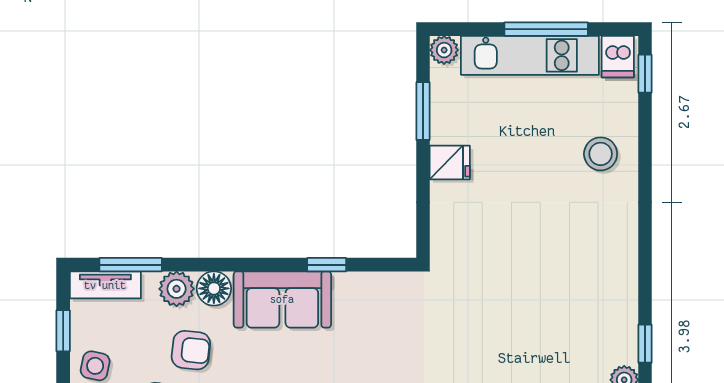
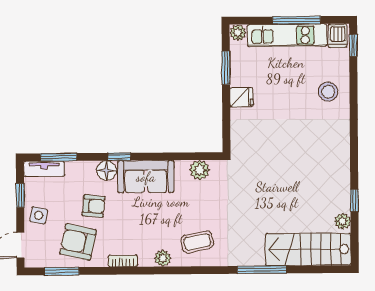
window: (327, 265) -> (119, 157), moved
plant: (177, 289) -> (200, 170), moved

